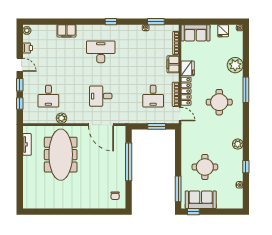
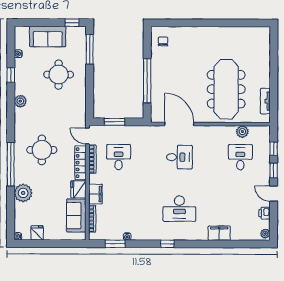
sofa: (195, 33) -> (76, 216), moved, turned -90
window: (246, 90) -> (11, 164), width x1.46
plant: (62, 118) -> (242, 132), moved
sofa: (201, 200) -> (48, 36), moved

